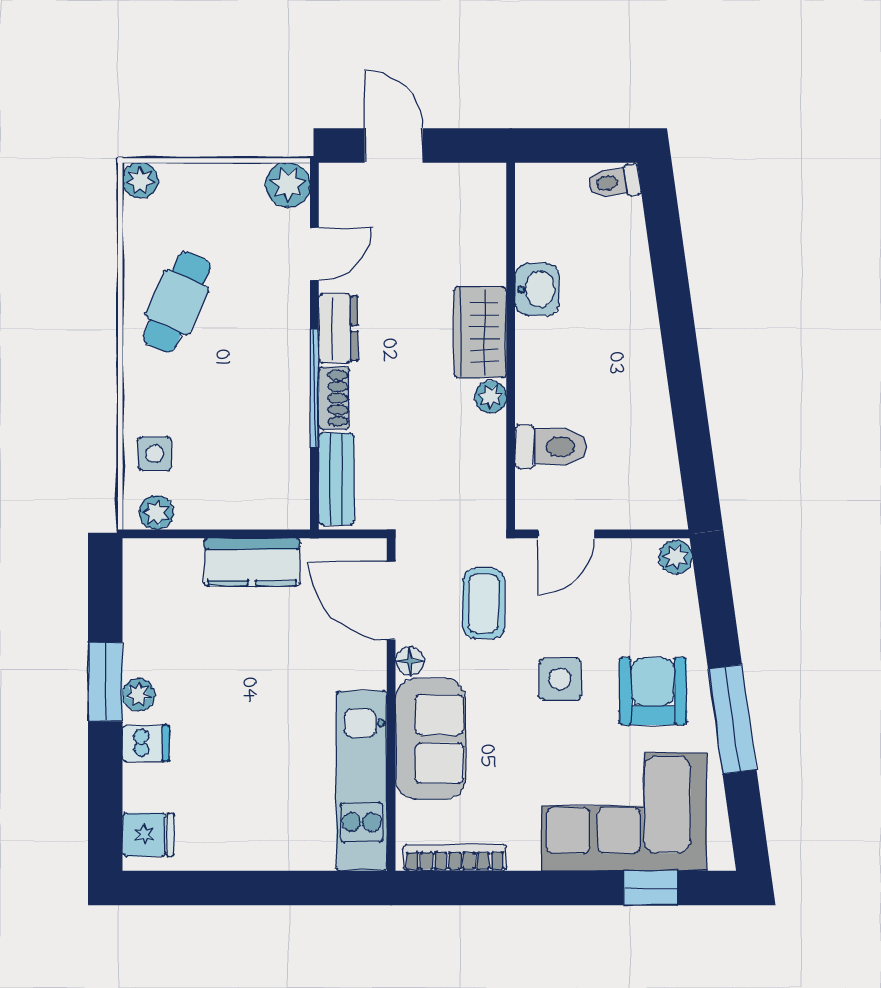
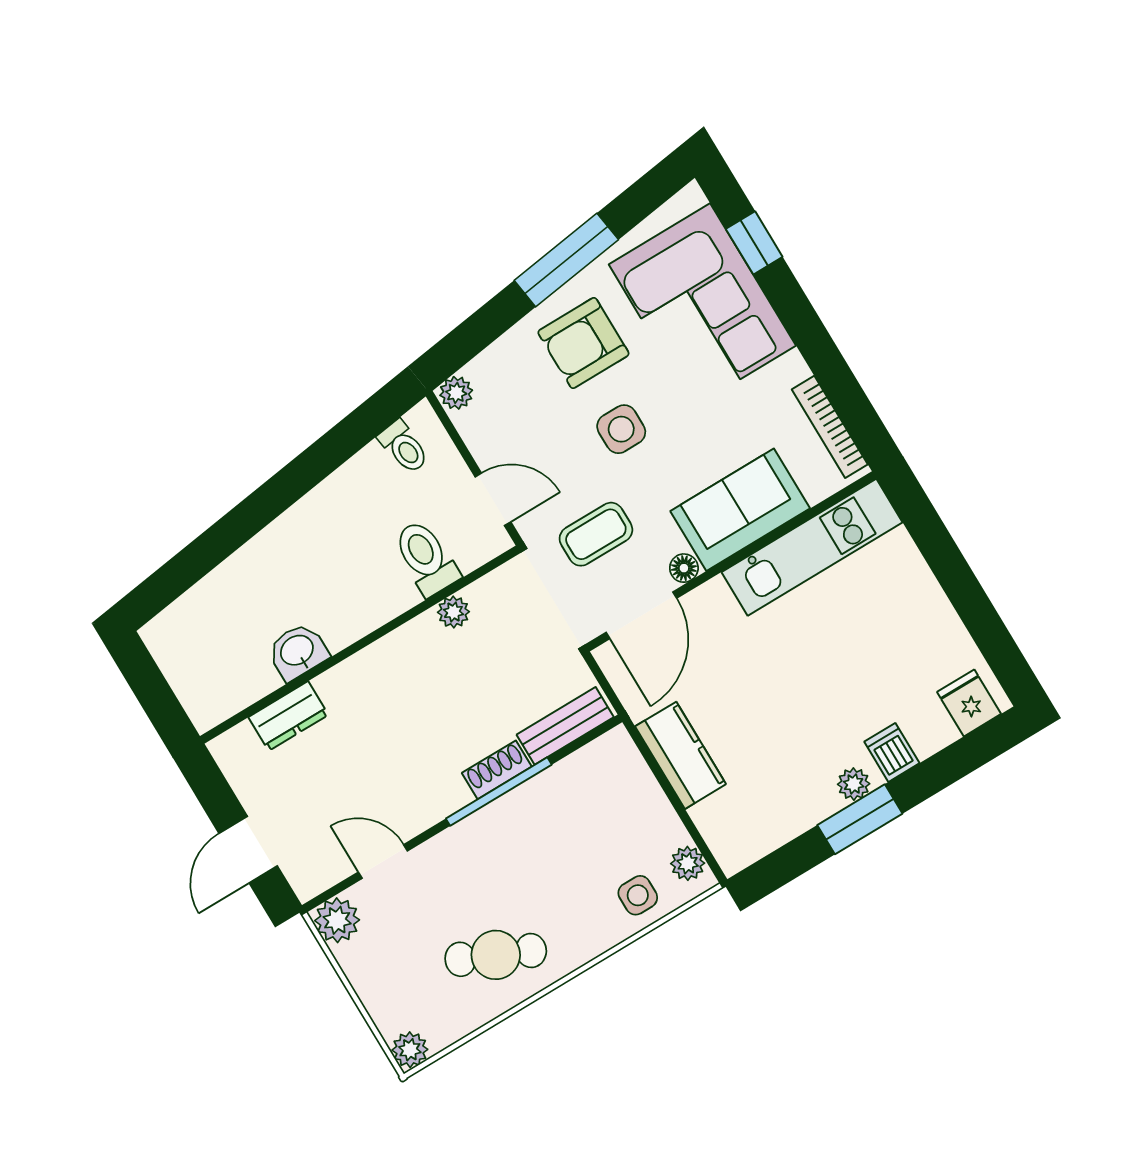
toilet: (614, 182) -> (404, 447), moved
dresser: (338, 328) -> (288, 716), moved, turned 180
wardrobe: (480, 332) -> (364, 678), removed
plant: (491, 397) -> (453, 612), moved

